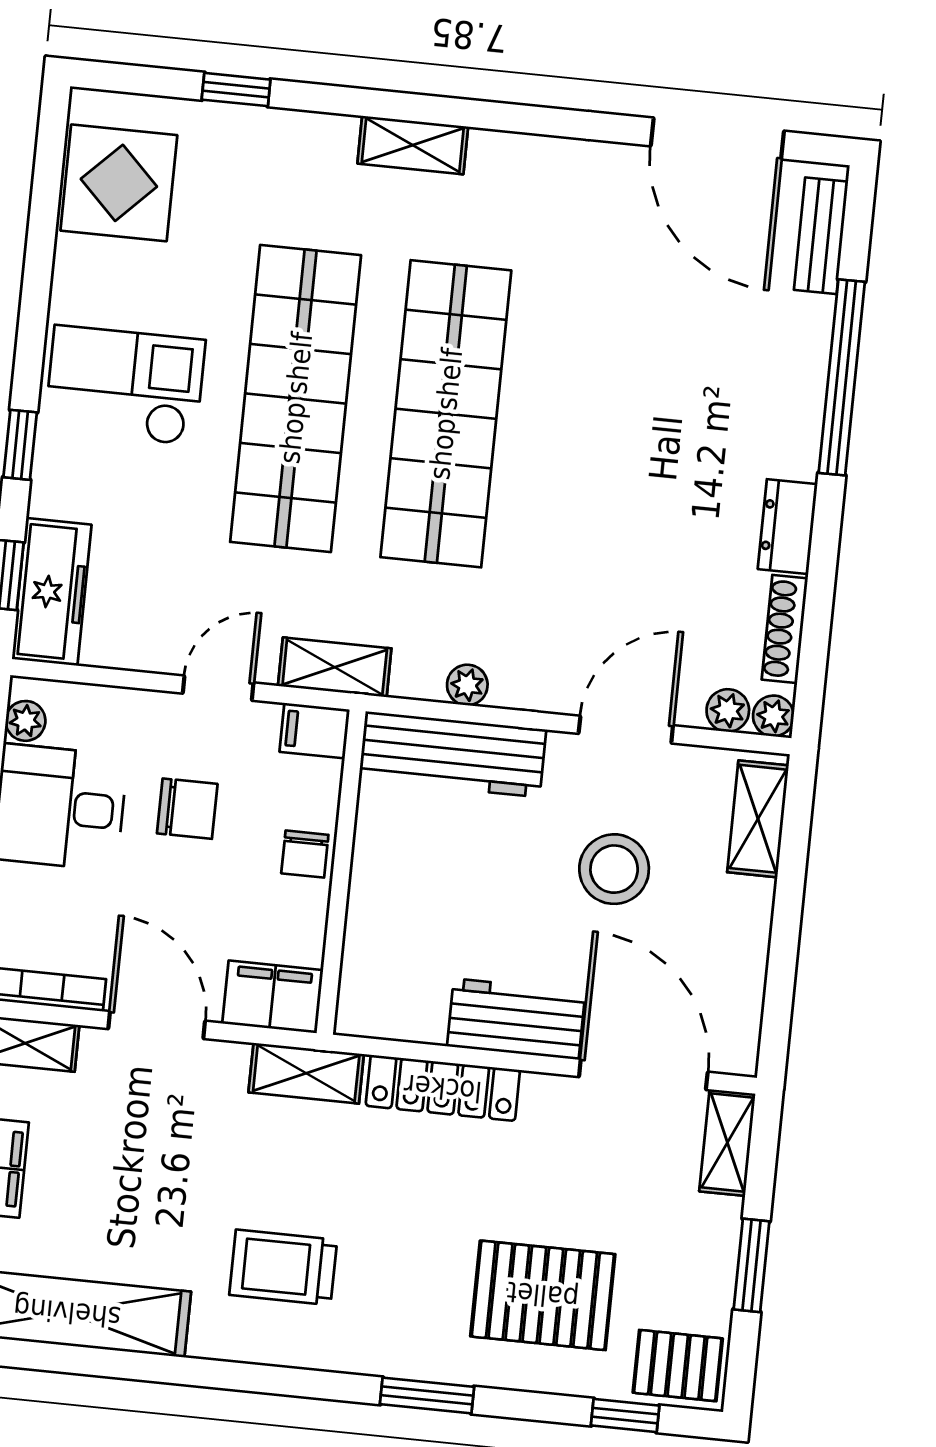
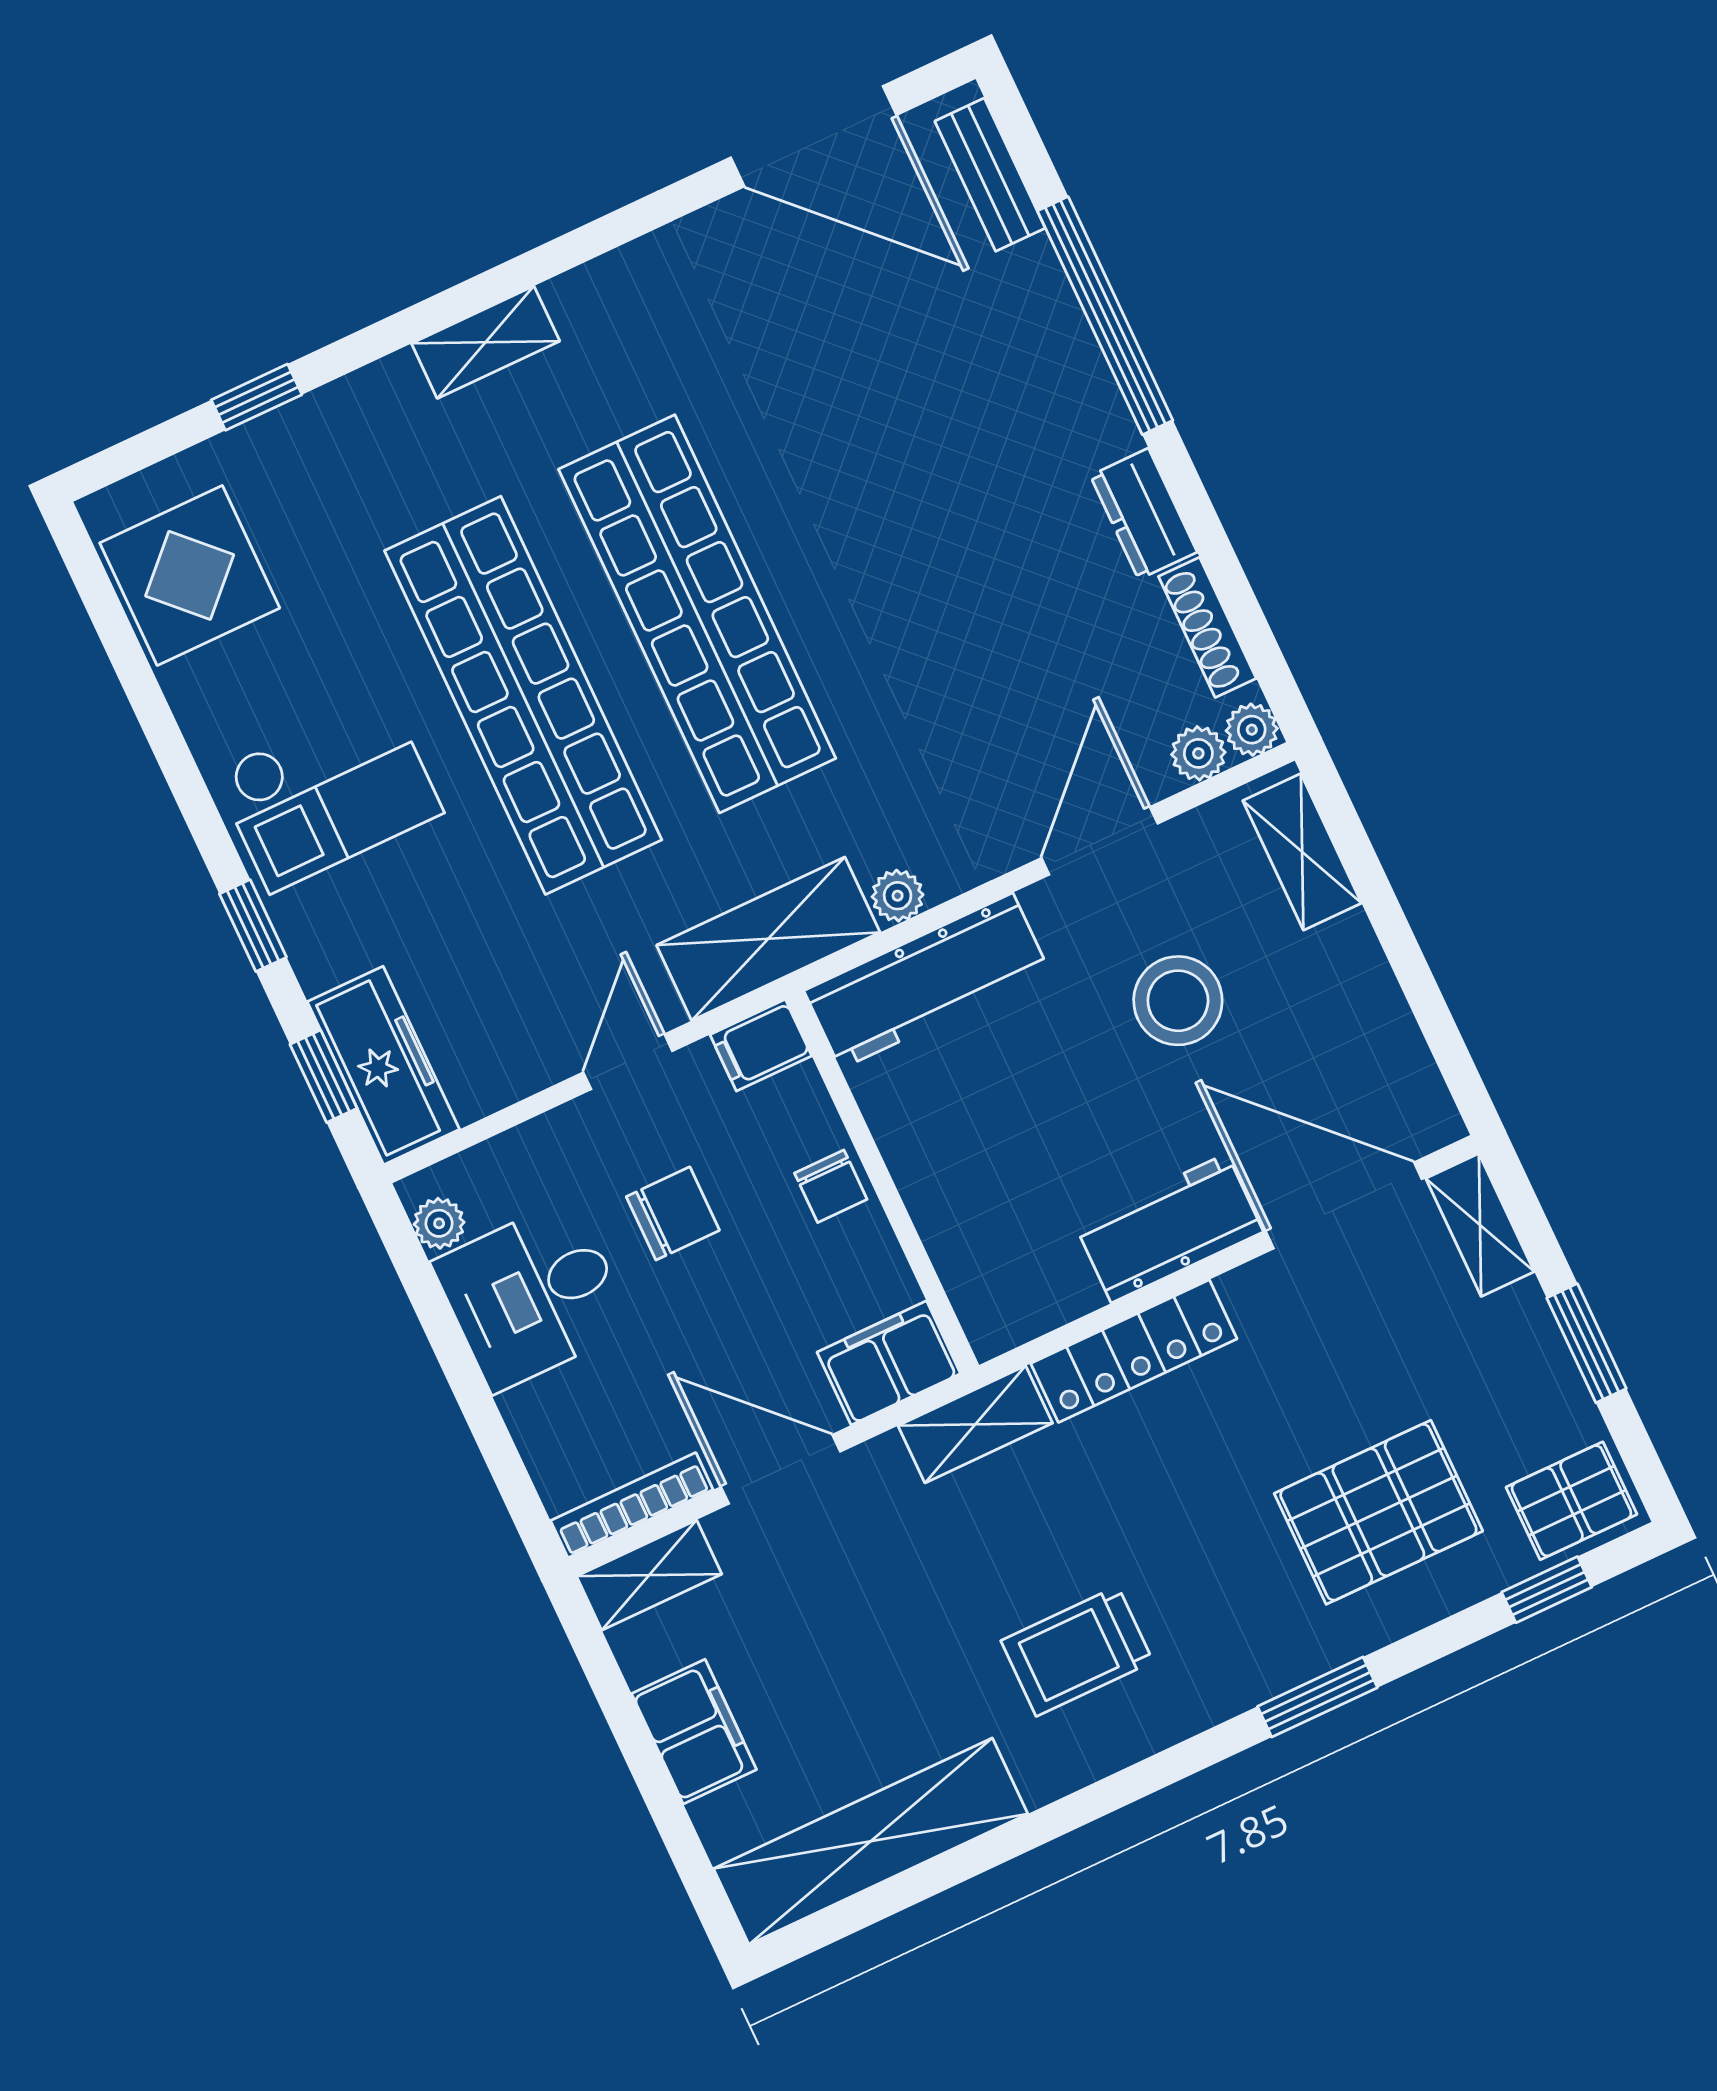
checkout: (125, 385) -> (328, 792), turned 180
shelving: (335, 667) -> (768, 939), width x1.50, depth x1.33

